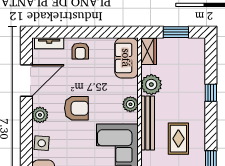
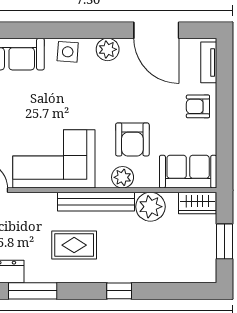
window: (211, 93) -> (119, 291), moved
armchair: (76, 108) -> (132, 139), moved

